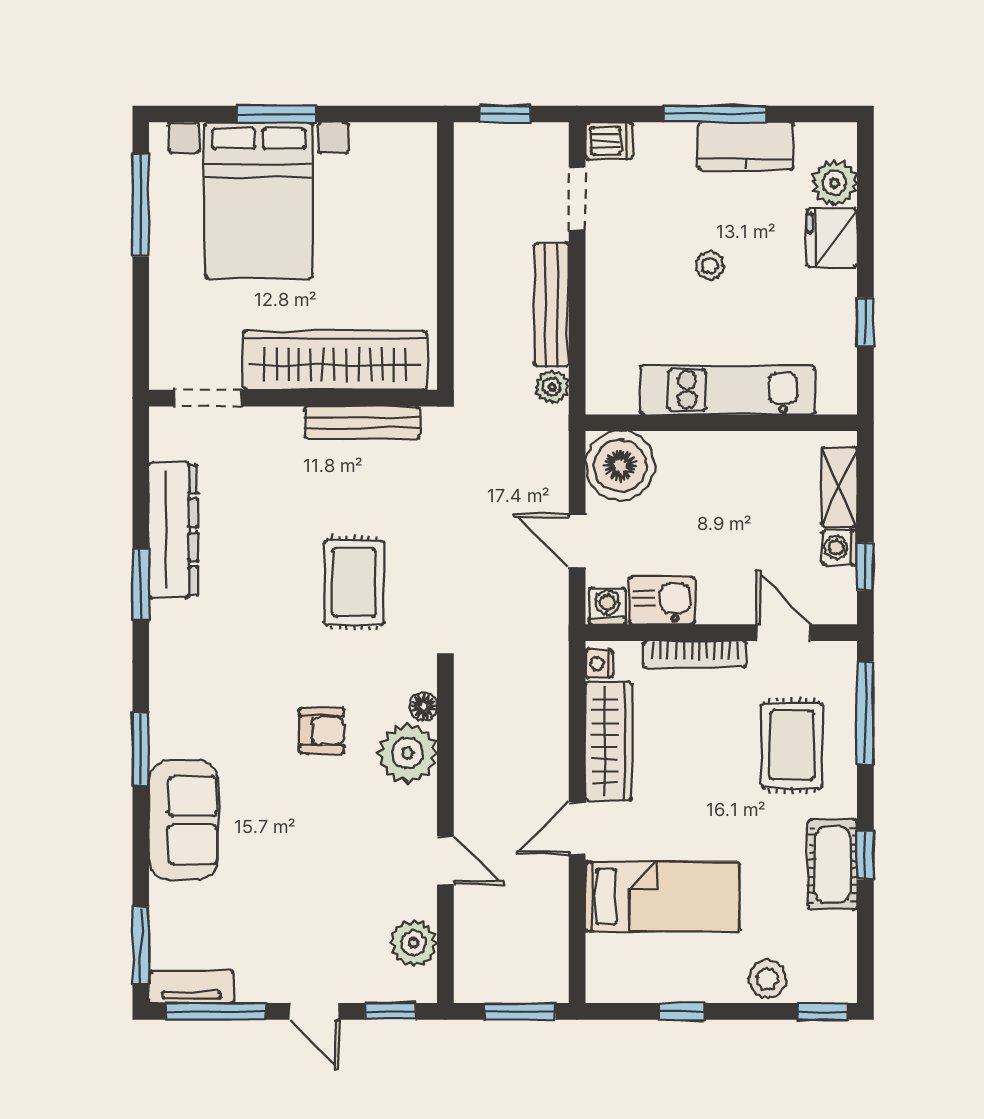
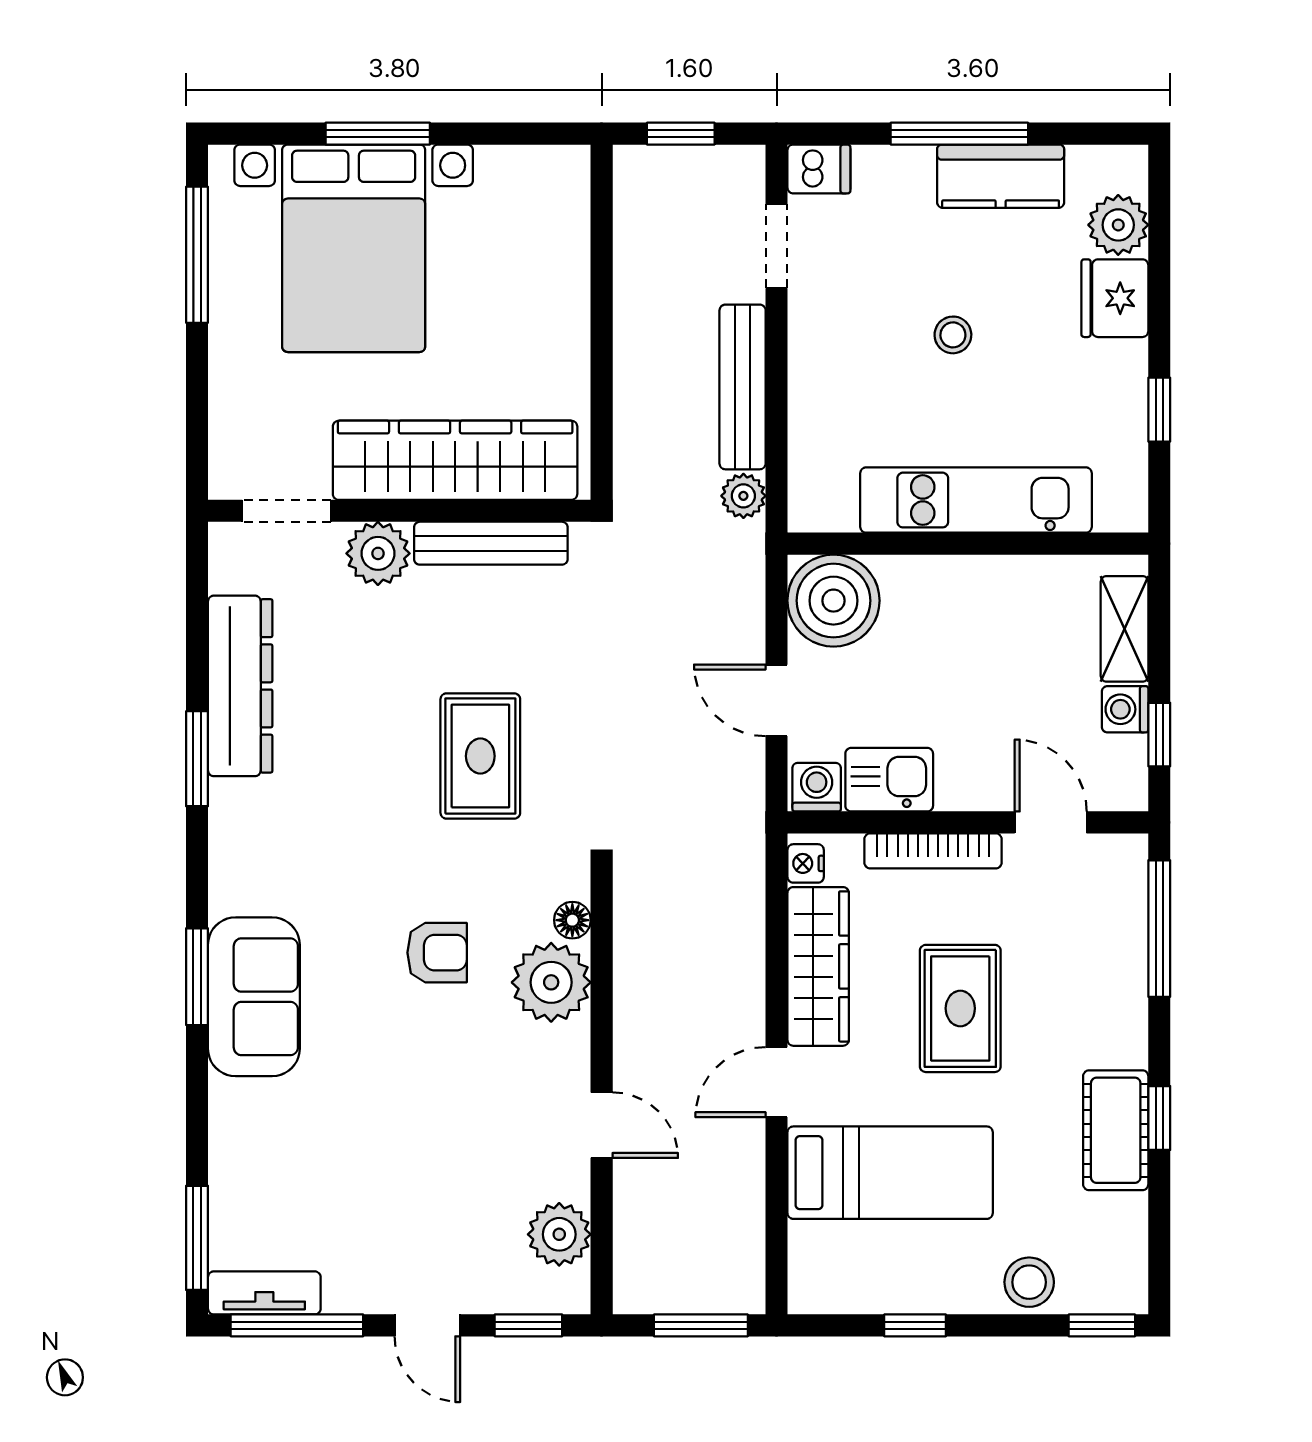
plant: (277, 430) -> (378, 553), added
rug: (792, 745) -> (960, 1008), moved
sofa: (184, 820) -> (254, 997), moved

